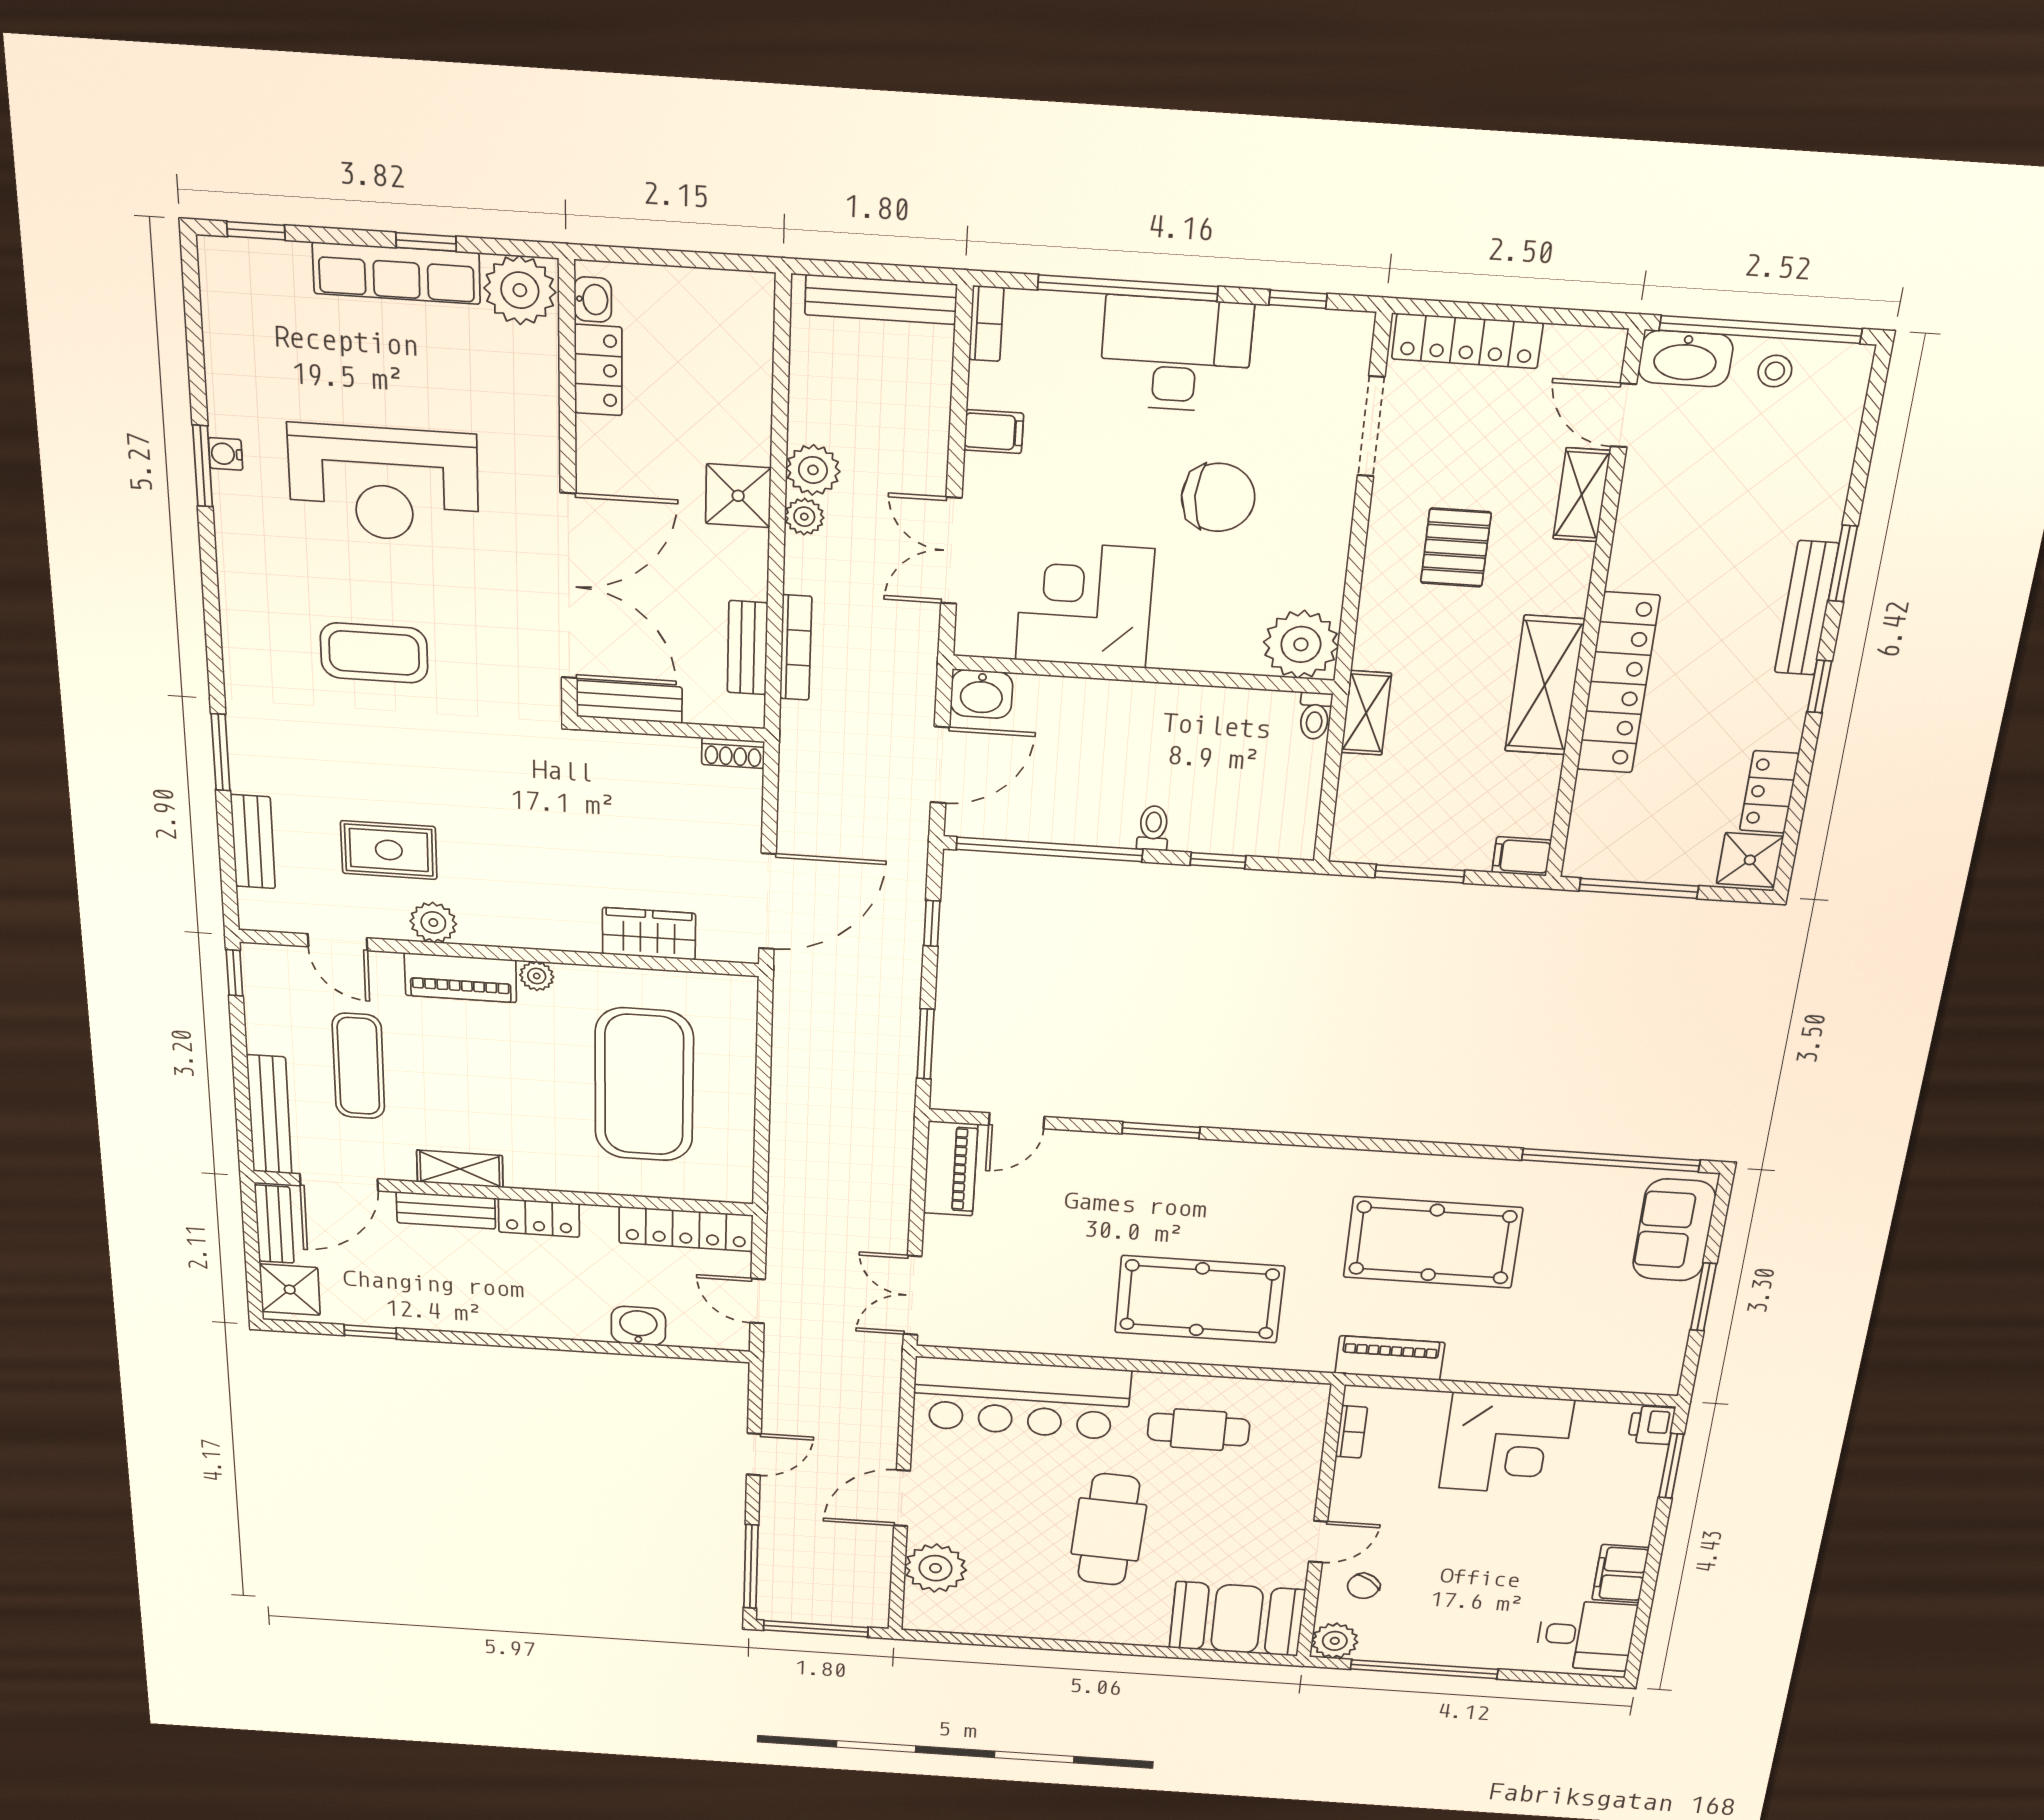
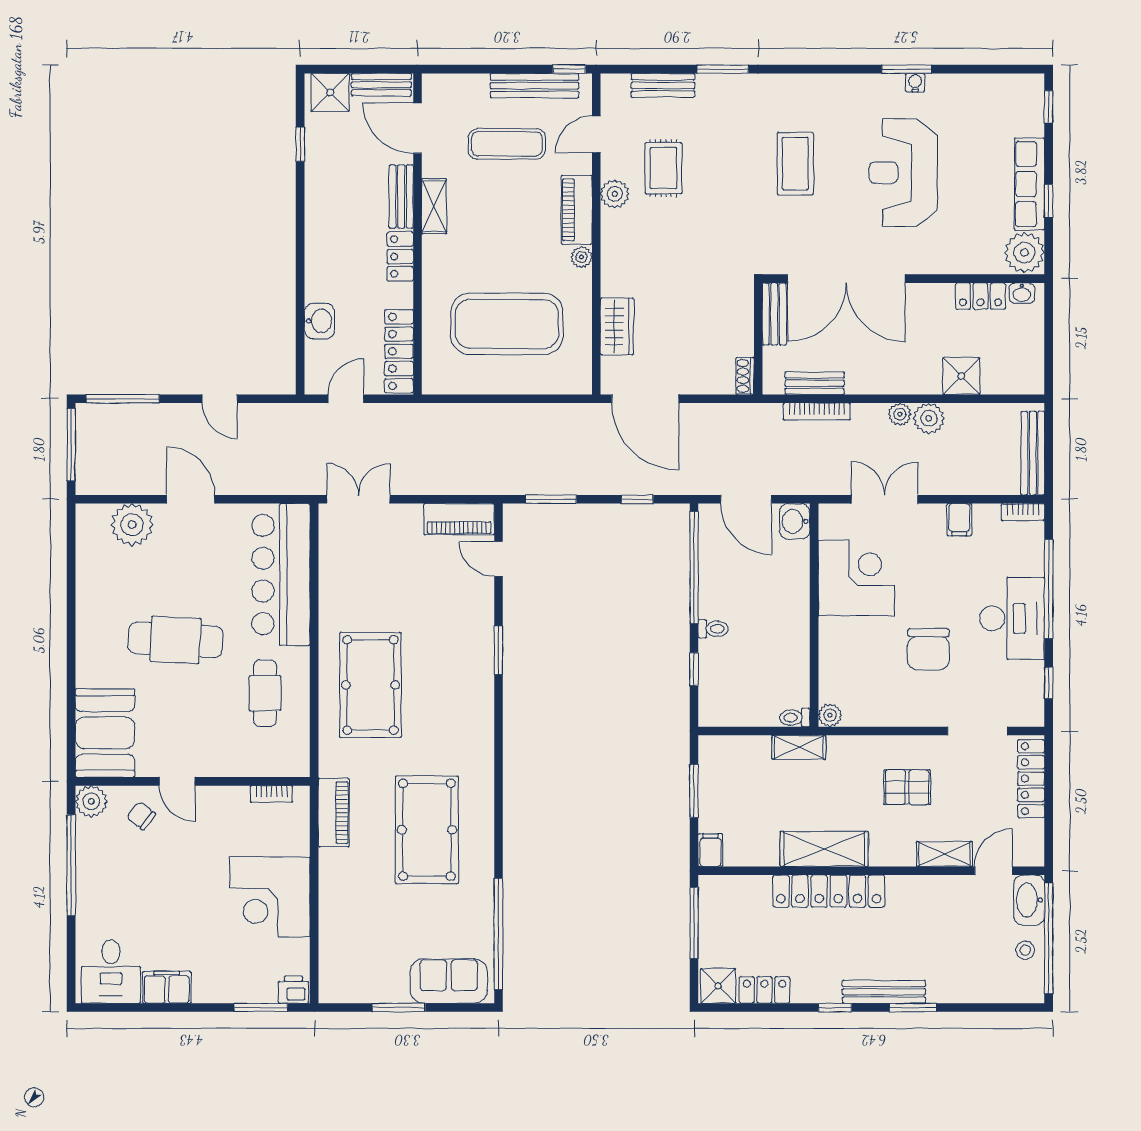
shower: (738, 496) -> (961, 376), moved
plant: (1301, 644) -> (830, 715), width x0.53, depth x0.53
bench: (269, 1115) -> (535, 86), moved

